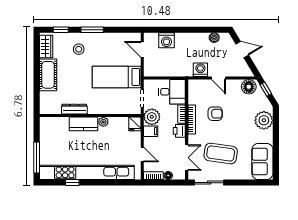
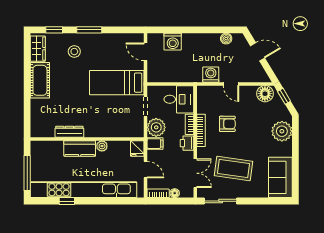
dresser: (74, 109) -> (69, 132), moved
wall: (90, 116) -> (87, 139), moved
plant: (103, 122) -> (102, 146), moved
kitchen counter: (84, 124) -> (80, 148), moved
fridge: (135, 124) -> (137, 148), moved

